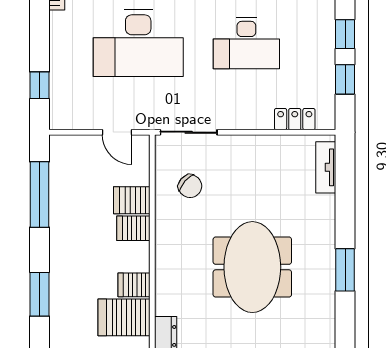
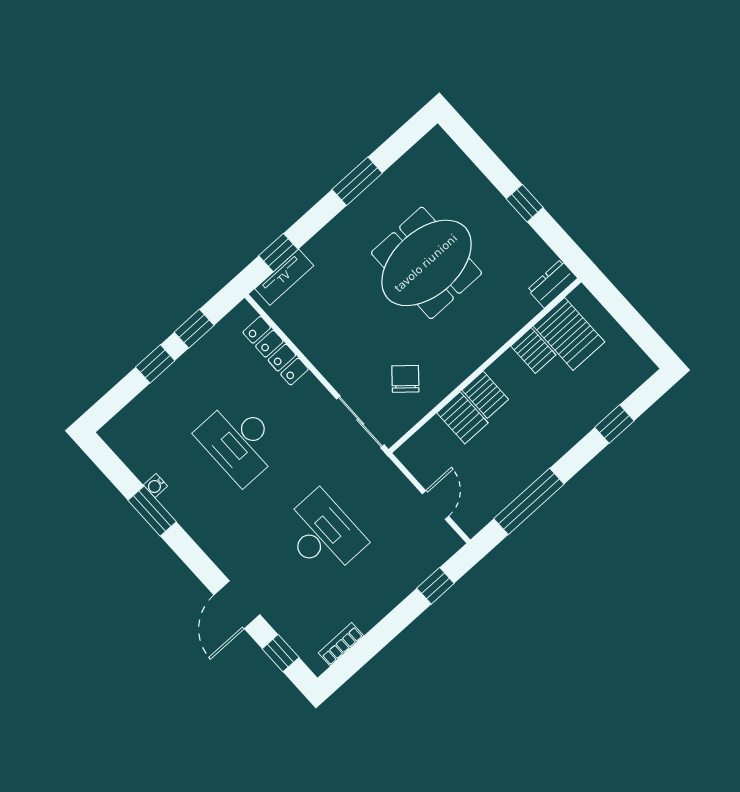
desk: (138, 43) -> (323, 534), width x0.73, depth x0.77
desk: (246, 43) -> (239, 441), turned 180
locker: (295, 119) -> (276, 351), width x1.53
door: (117, 132) -> (435, 505), moved
window: (345, 178) -> (278, 253), added
window: (40, 294) -> (614, 424), width x0.67

